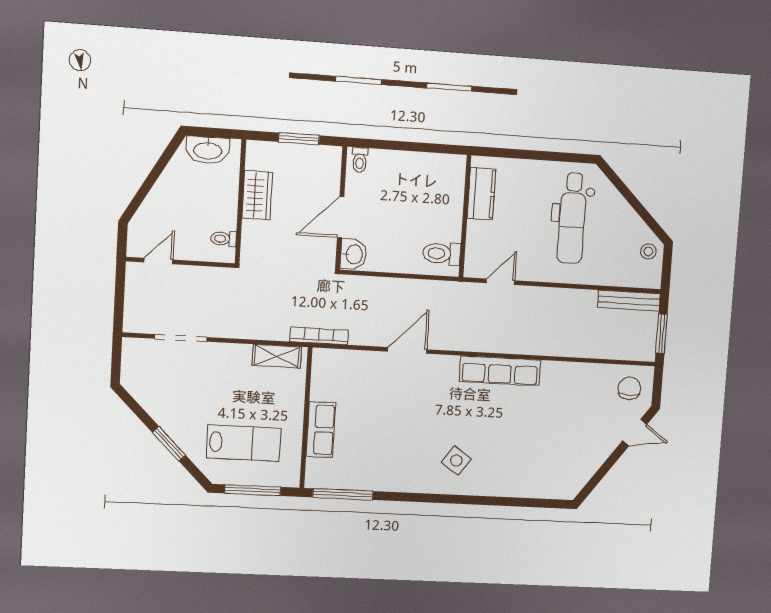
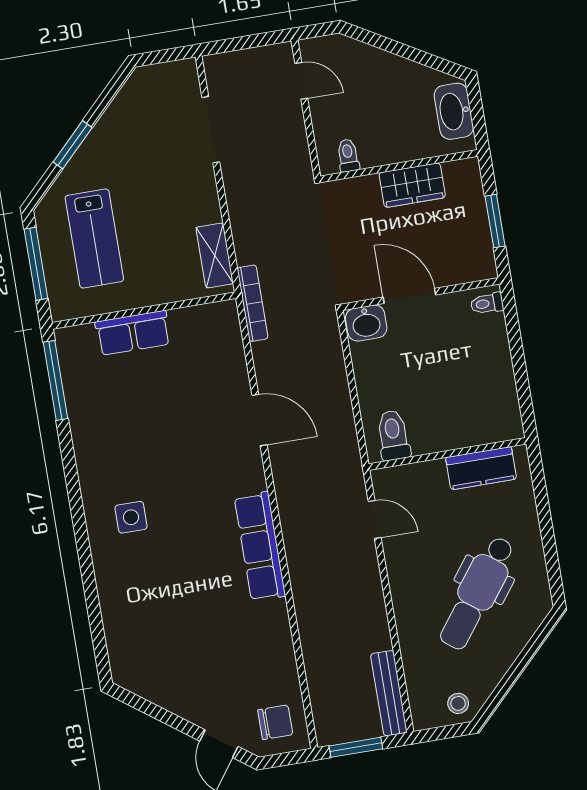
dental chair: (572, 218) -> (477, 593), turned -53
side table: (456, 461) -> (131, 517), turned -35

